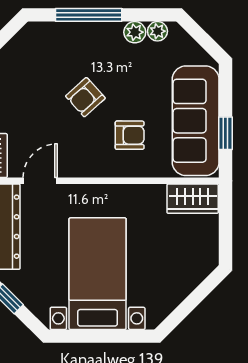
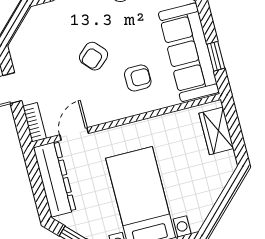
wardrobe: (193, 199) -> (216, 131), moved, turned 90

